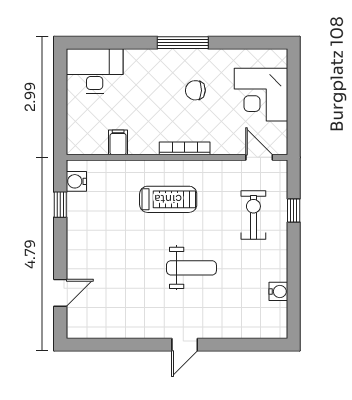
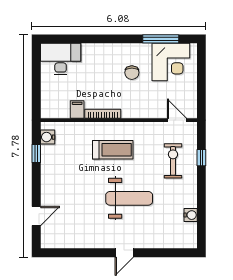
window: (183, 43) -> (161, 39), moved
chair: (195, 90) -> (132, 73), turned -92
corner desk: (261, 95) -> (171, 62), moved, turned -90
bookcase: (185, 148) -> (103, 114), moved
weight bench: (191, 268) -> (129, 198), width x1.36, depth x1.33

